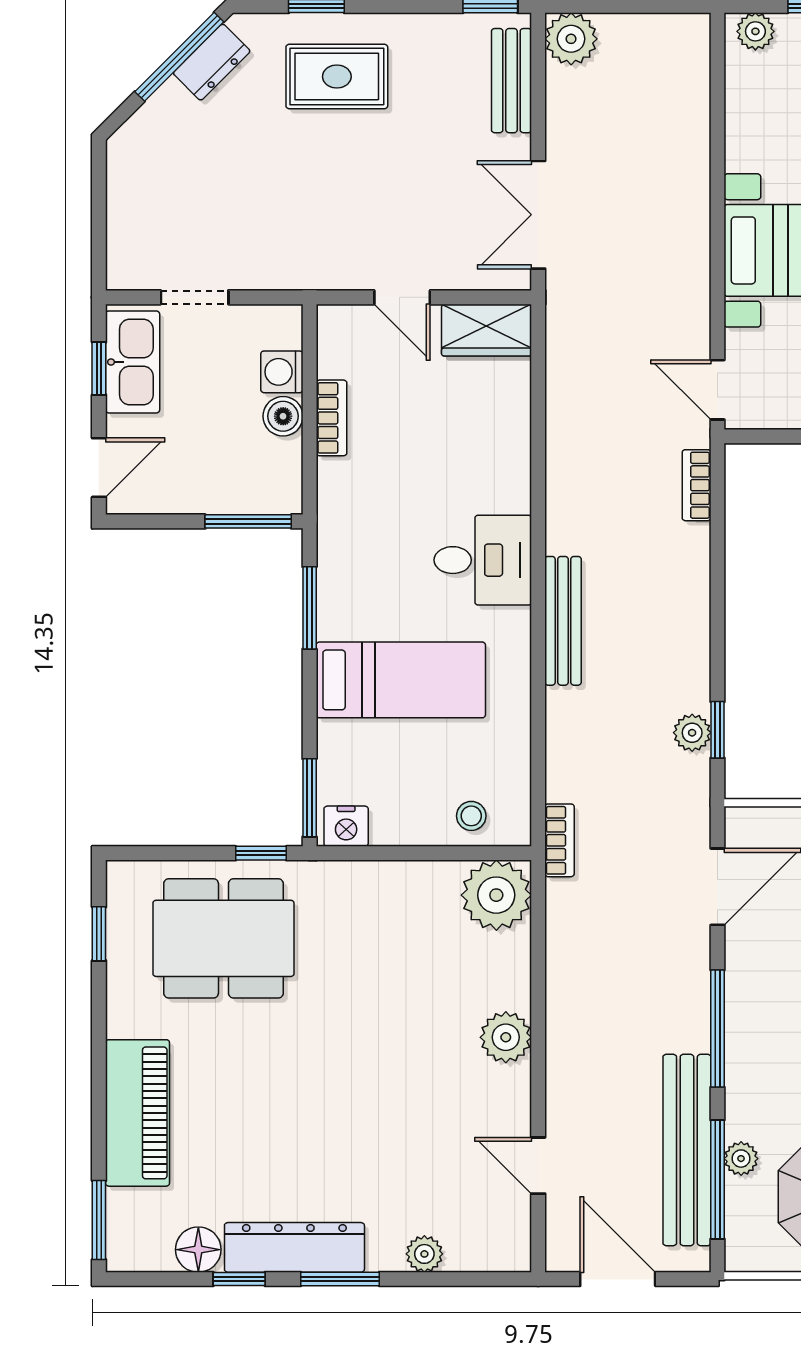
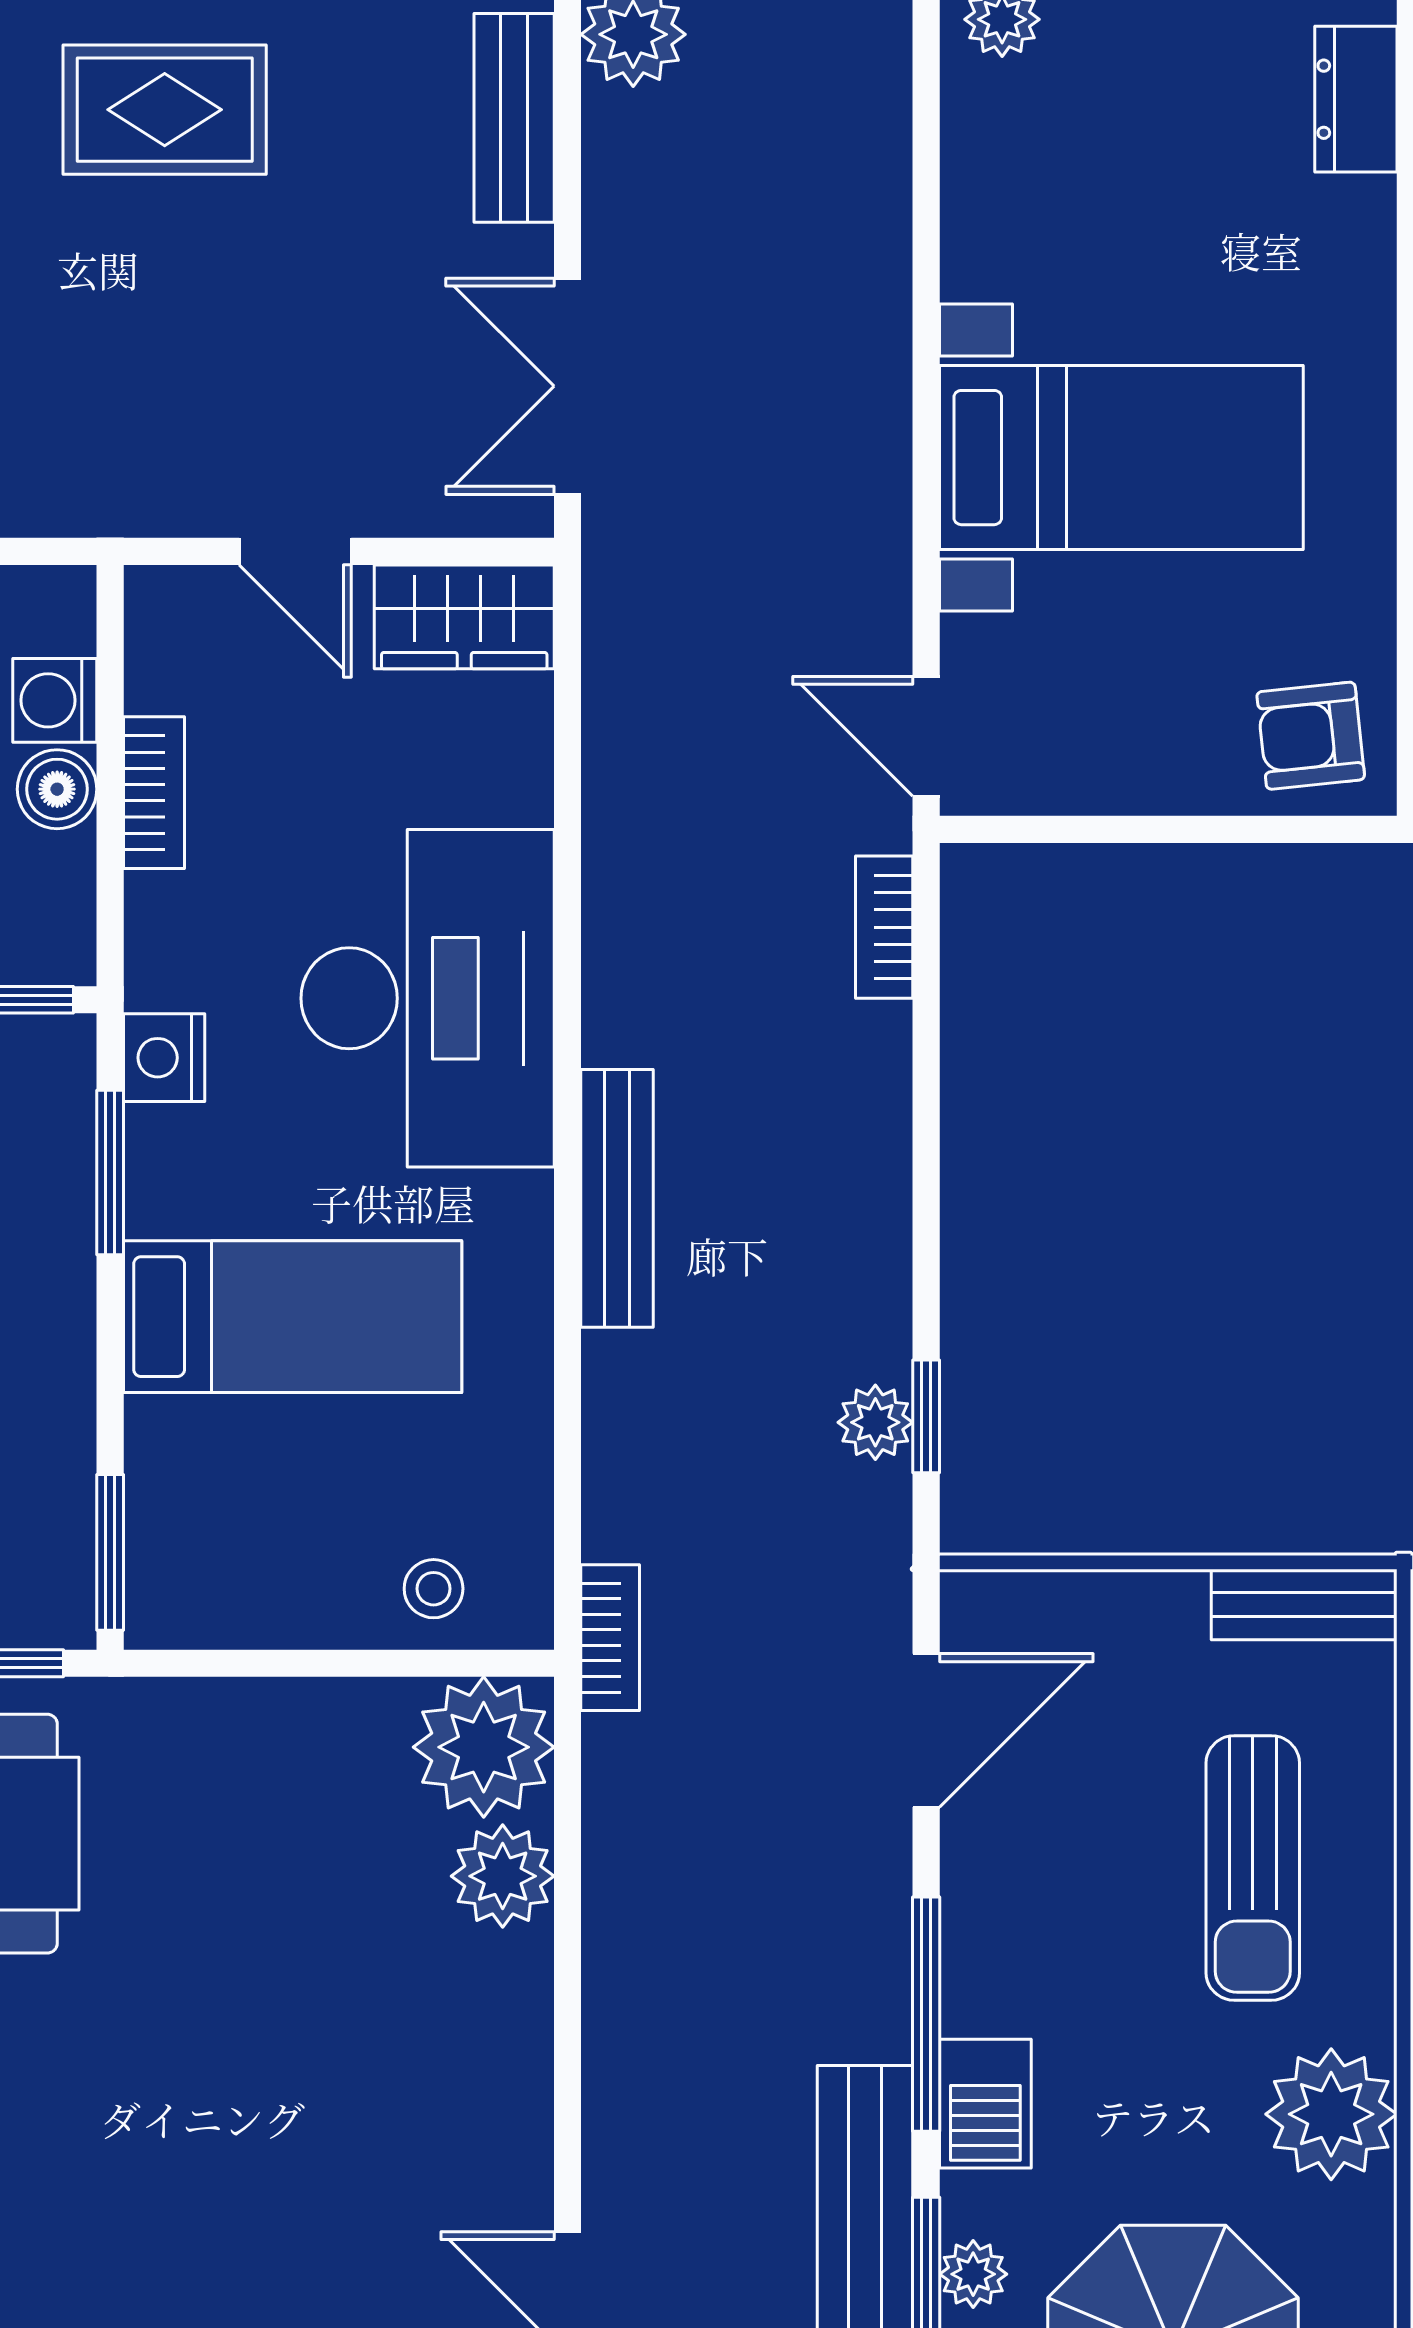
desk: (483, 560) -> (428, 998), width x1.87, depth x1.30
nightstand: (346, 826) -> (164, 1058), moved, turned 90
plant: (506, 1037) -> (503, 1876), moved
barbecue: (747, 1073) -> (985, 2104), added

